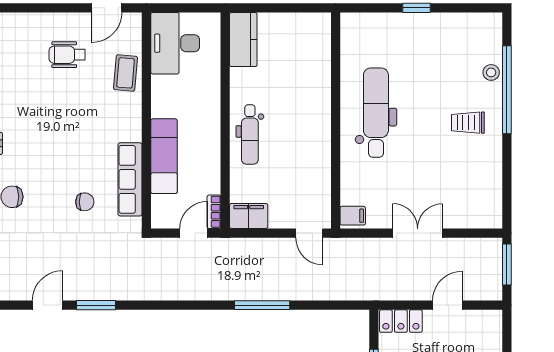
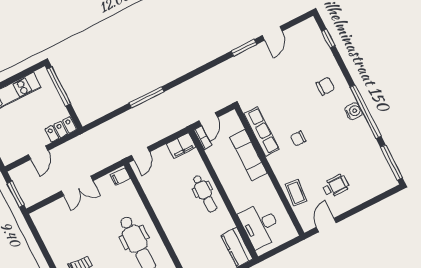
desk: (175, 43) -> (260, 225), moved, turned 180
dental chair: (250, 134) -> (205, 194), turned 180
chair: (85, 202) -> (298, 139), moved
door: (309, 233) -> (141, 154), swing flipped

